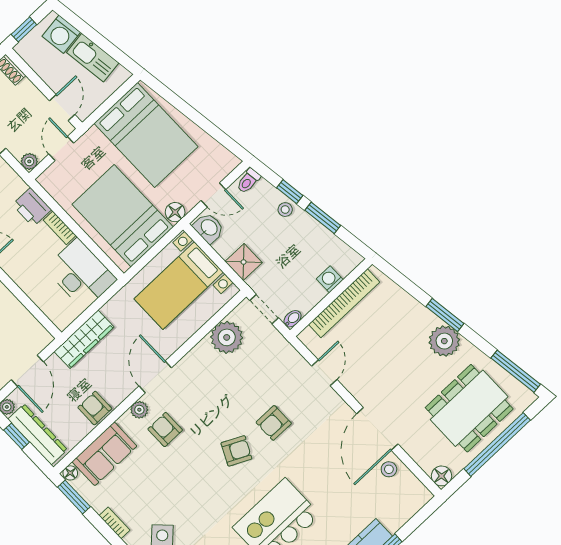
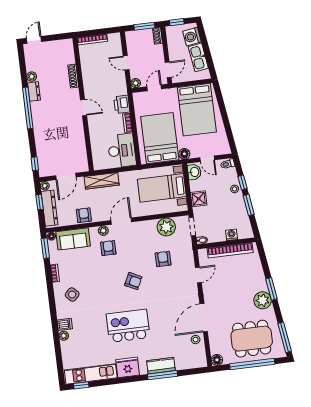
armchair: (274, 423) -> (163, 259), moved, turned 90

